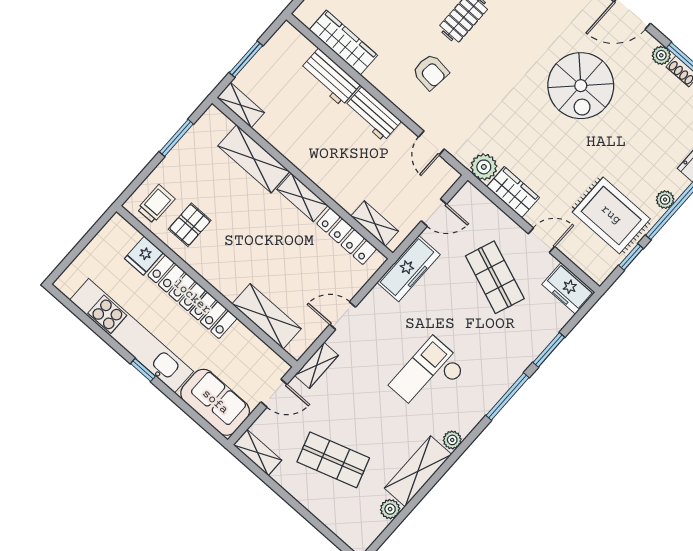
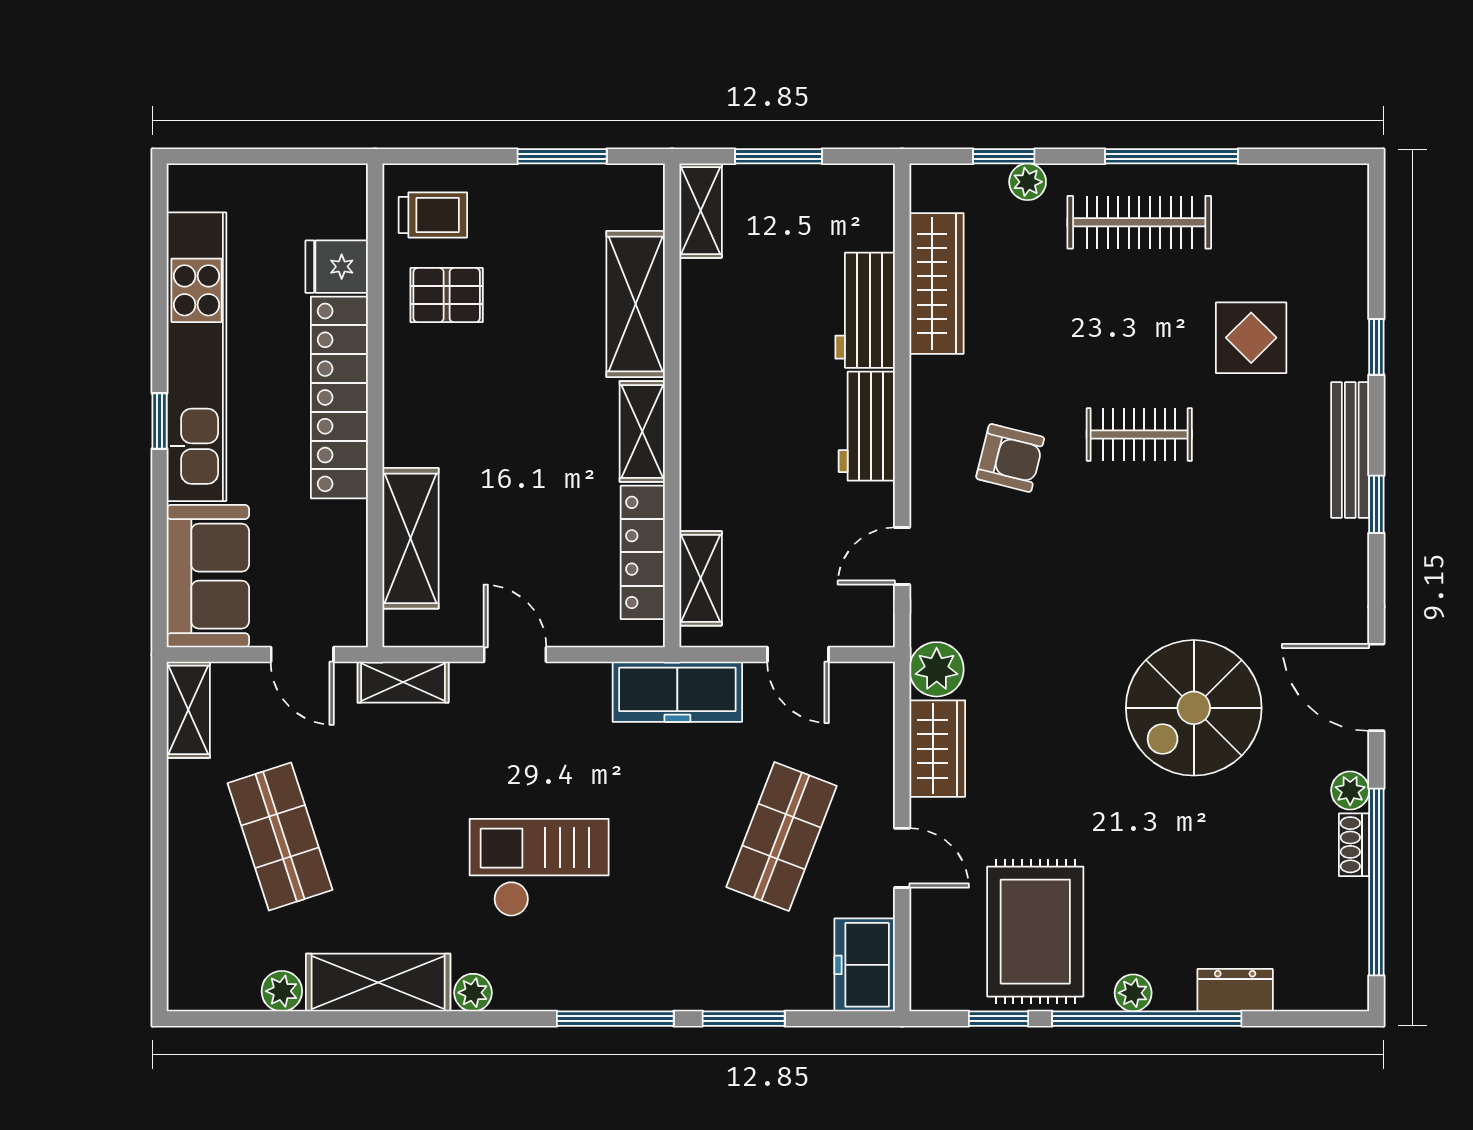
armchair: (431, 72) -> (1010, 458), turned -82

